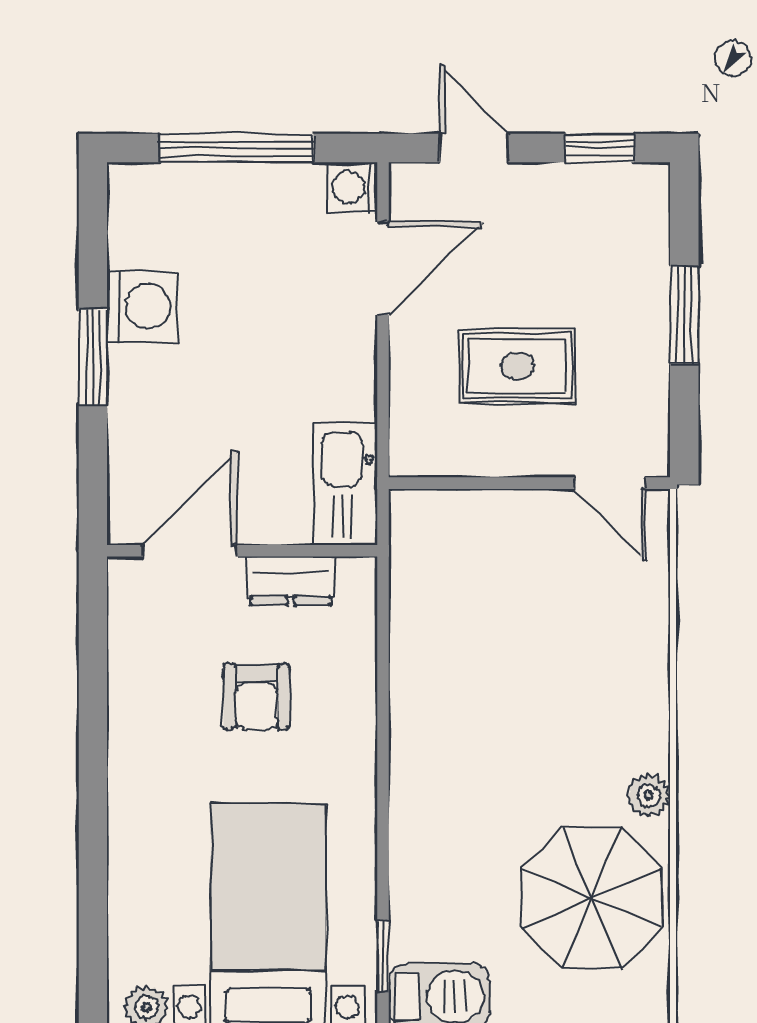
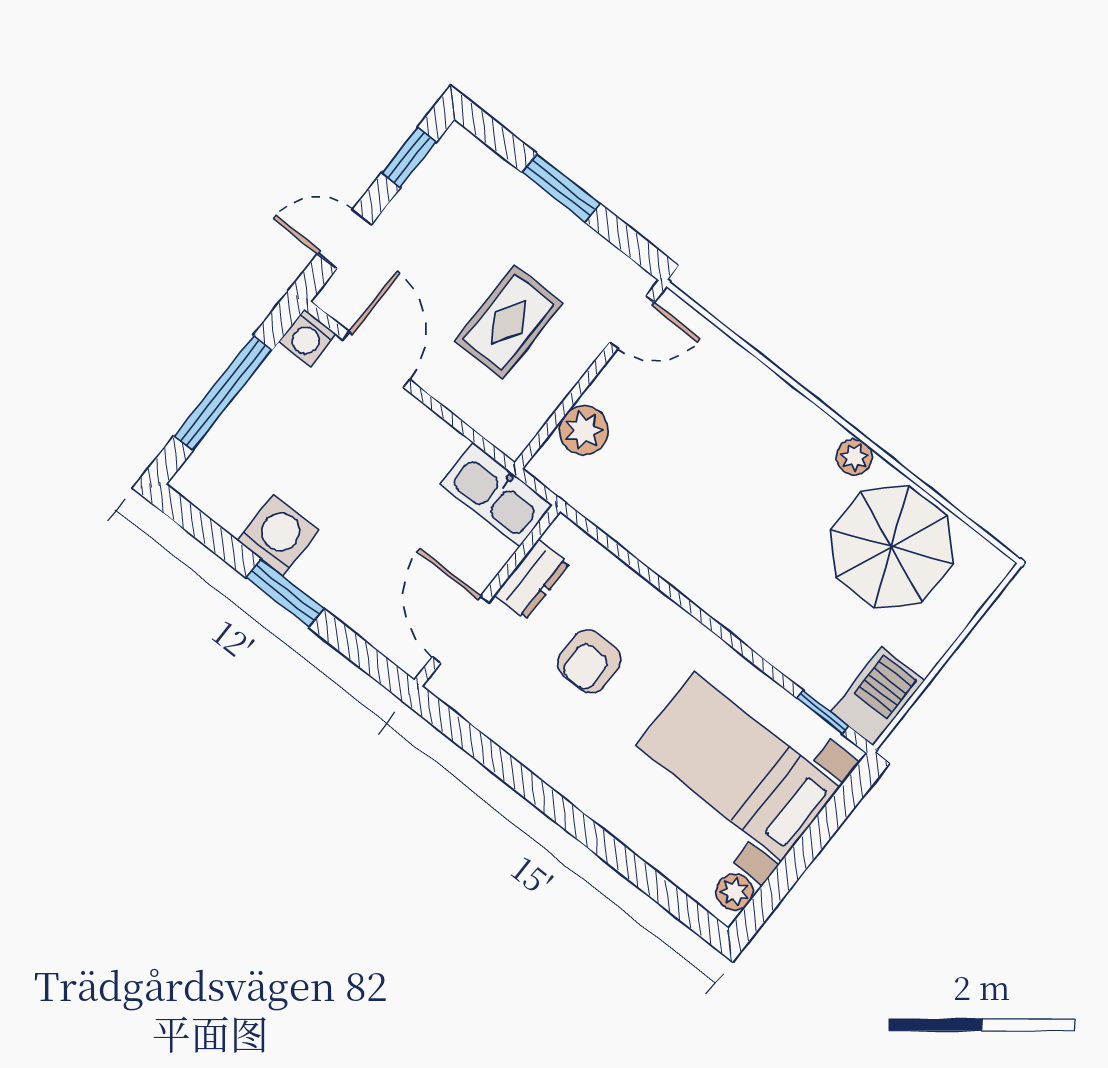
plant: (471, 518) -> (584, 430), added
armchair: (256, 697) -> (589, 661), turned 90

